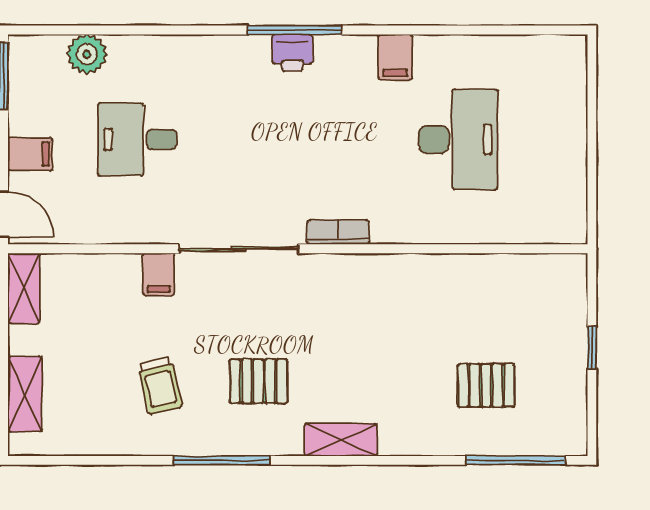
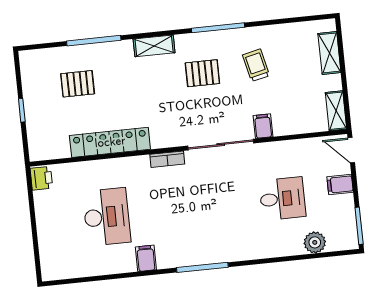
printer: (292, 53) -> (41, 178), moved, turned 90
desk: (458, 139) -> (107, 217), turned 180
locker: (439, 273) -> (110, 142), added
window: (515, 460) -> (94, 41), moved

